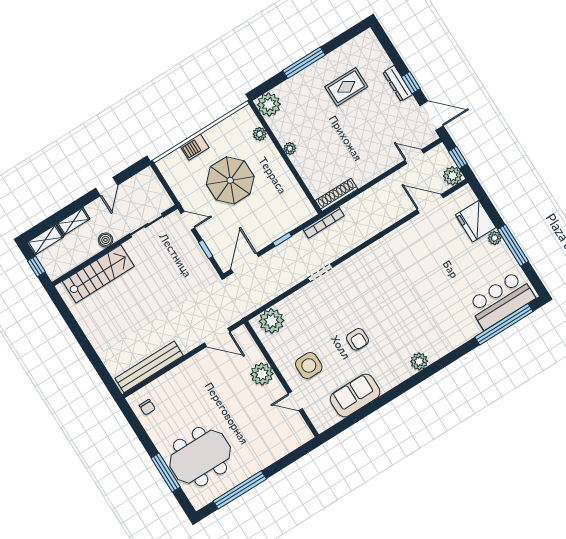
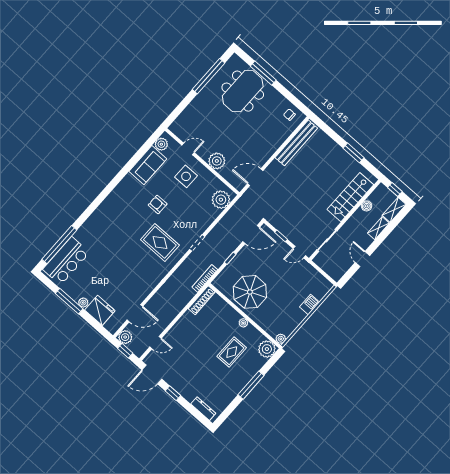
dresser: (398, 83) -> (203, 409), moved
rug: (346, 87) -> (232, 352), moved
plant: (260, 134) -> (281, 339), moved
parasol: (230, 180) -> (250, 292), moved
boiler: (105, 240) -> (367, 206), moved
door: (245, 263) -> (251, 234), hinge flipped
rug: (369, 288) -> (160, 242), added
window: (77, 331) -> (354, 153), added
plant: (419, 361) -> (161, 144), moved

